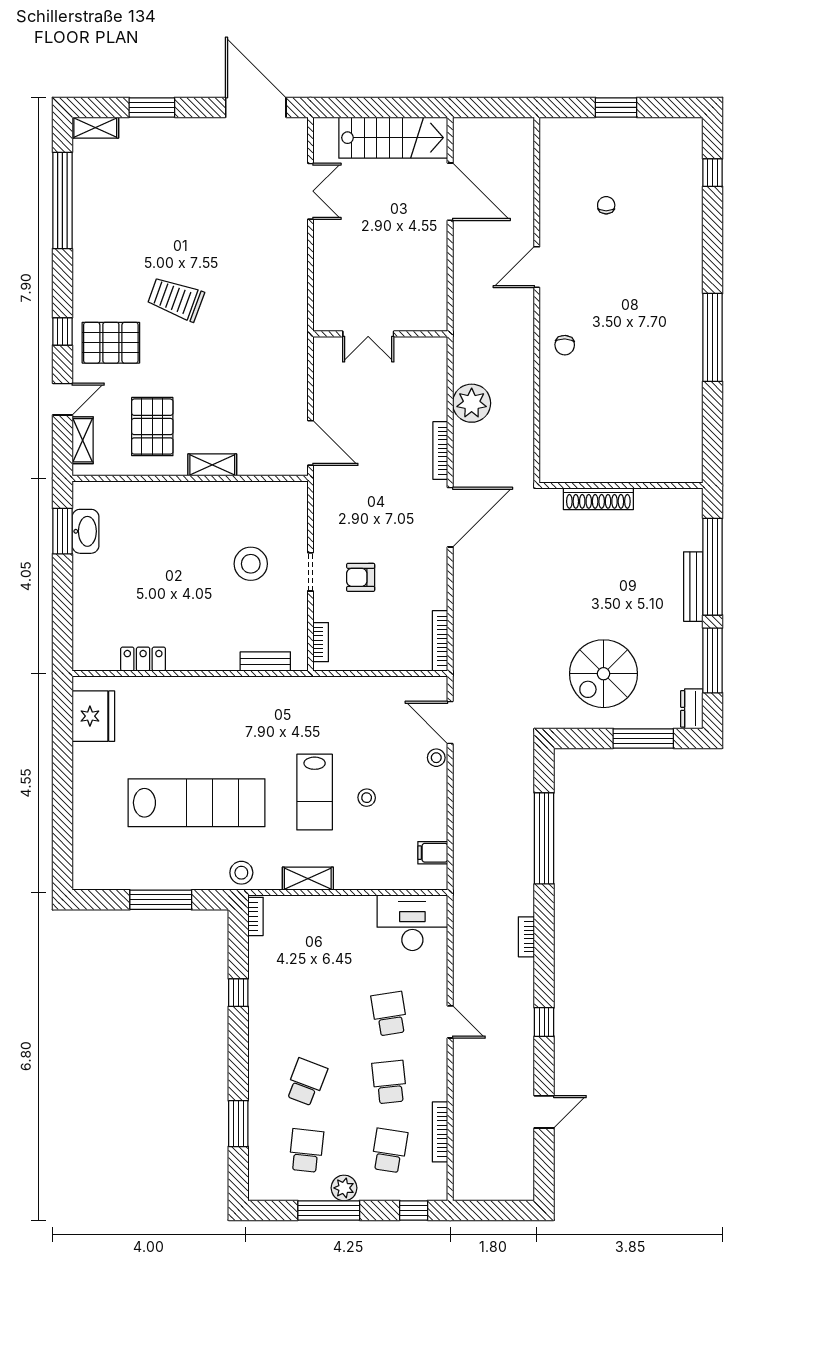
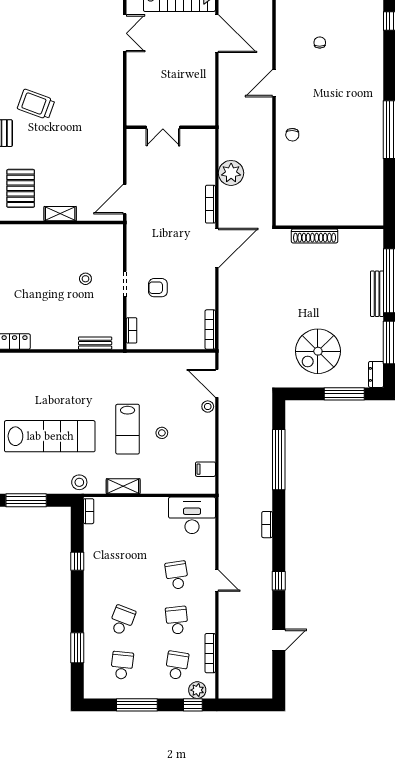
door: (310, 443) -> (125, 199), swing flipped
stool: (251, 564) -> (85, 279), width x0.53, depth x0.53
plant: (344, 1188) -> (197, 690), moved

